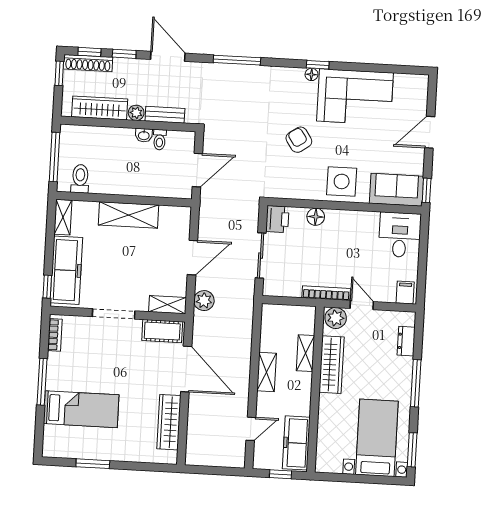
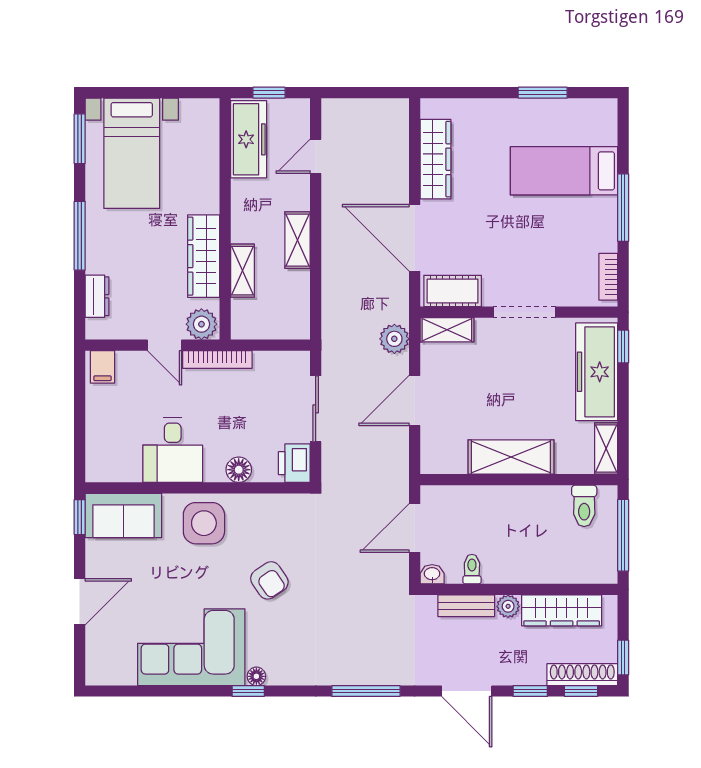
washbasin: (144, 135) -> (432, 574), moved
desk: (400, 235) -> (173, 450), moved

